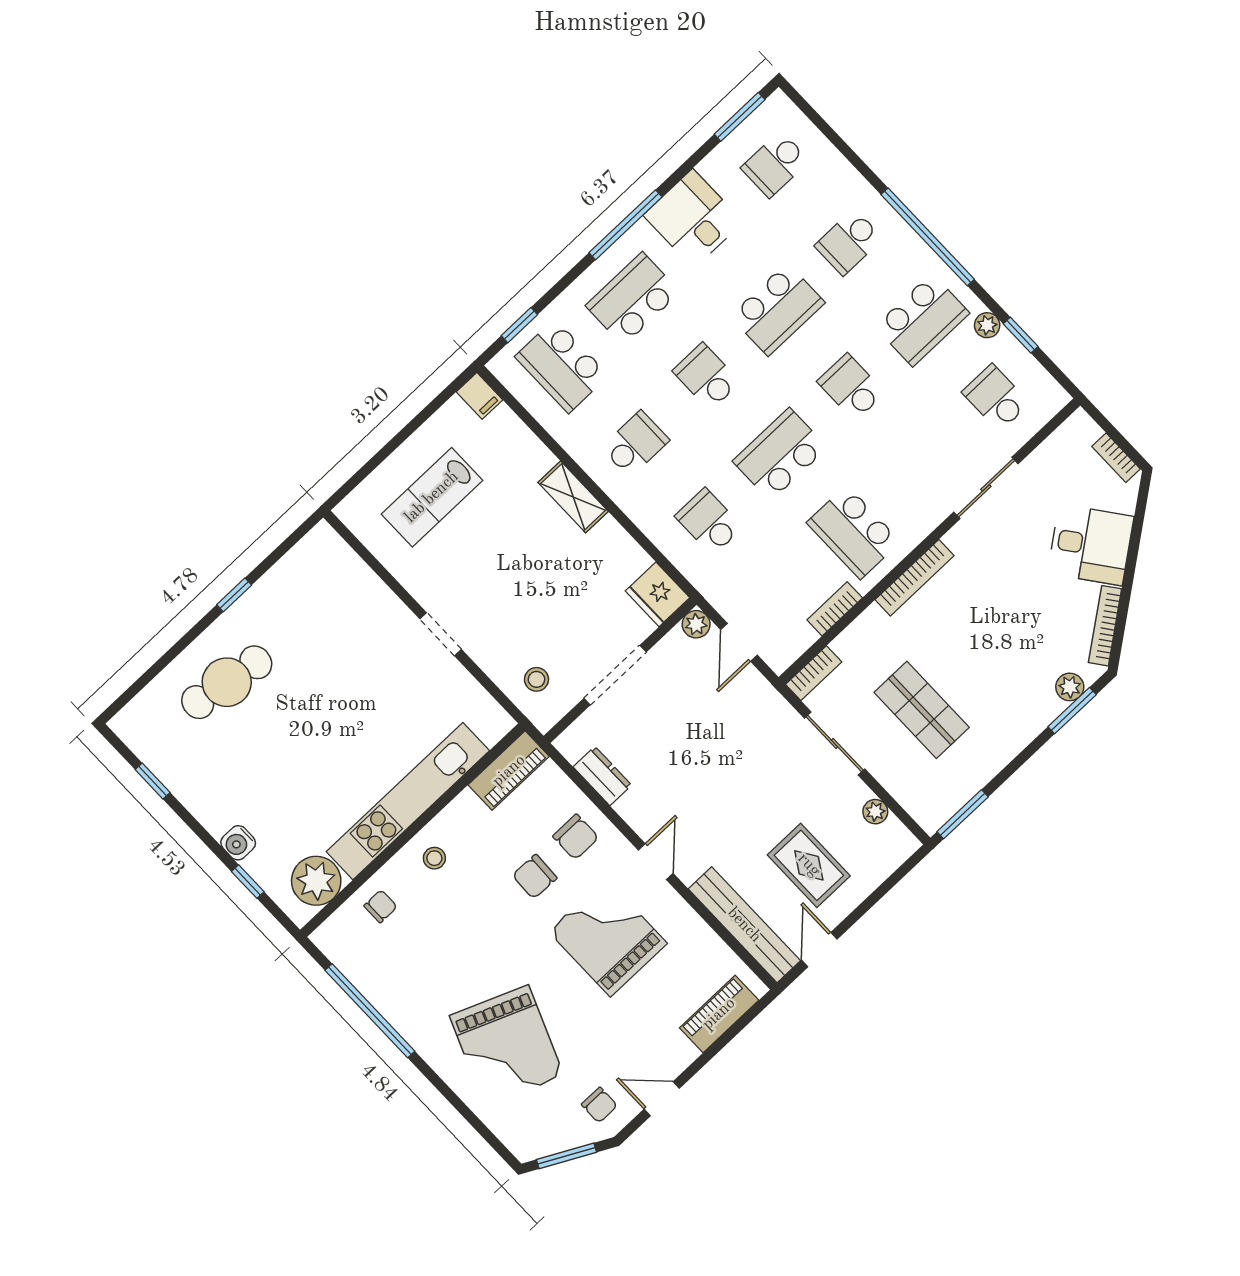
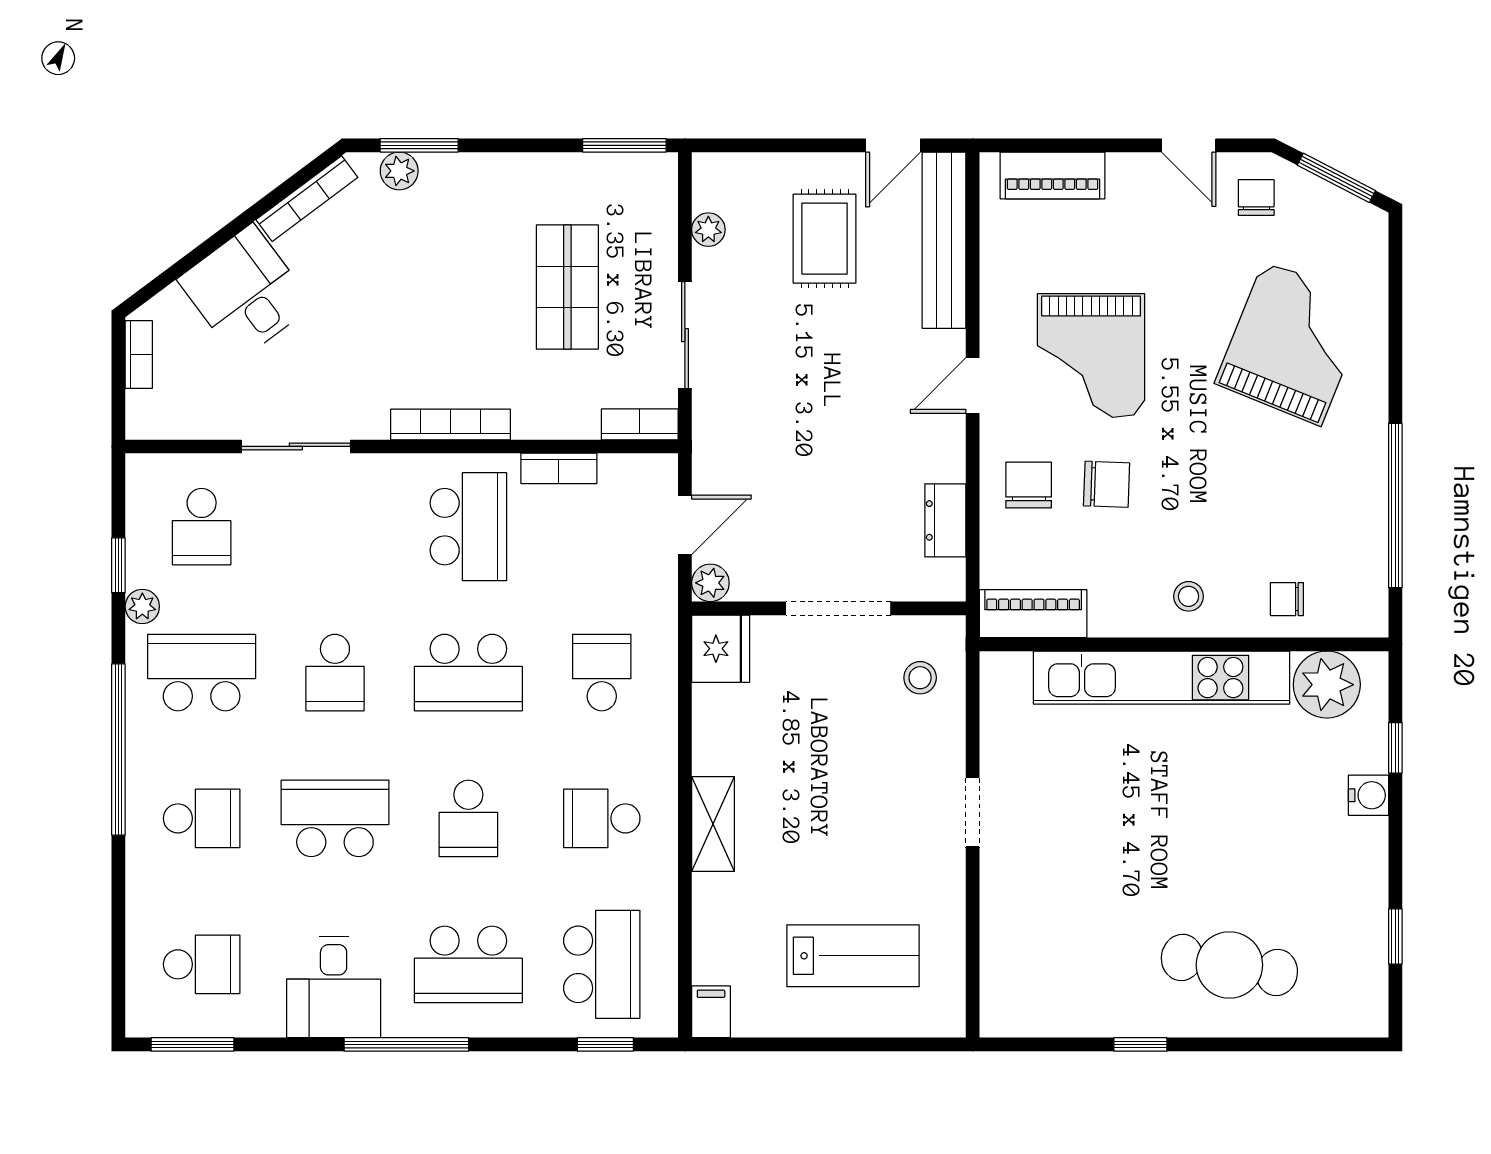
school desk: (709, 522) -> (602, 673), turned 180

